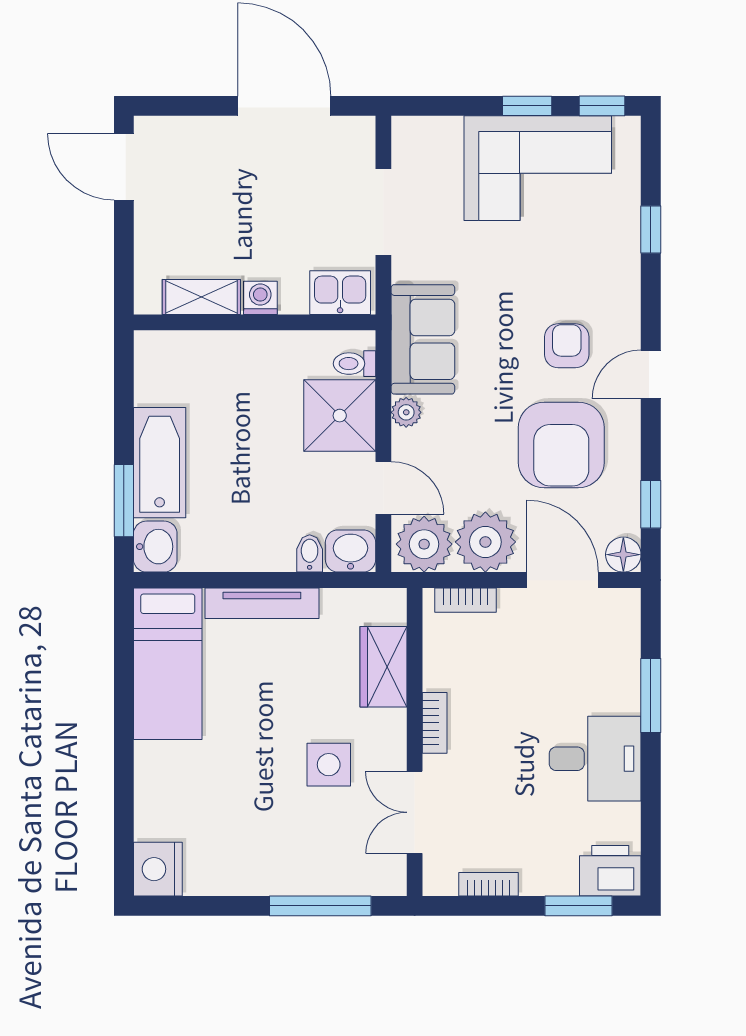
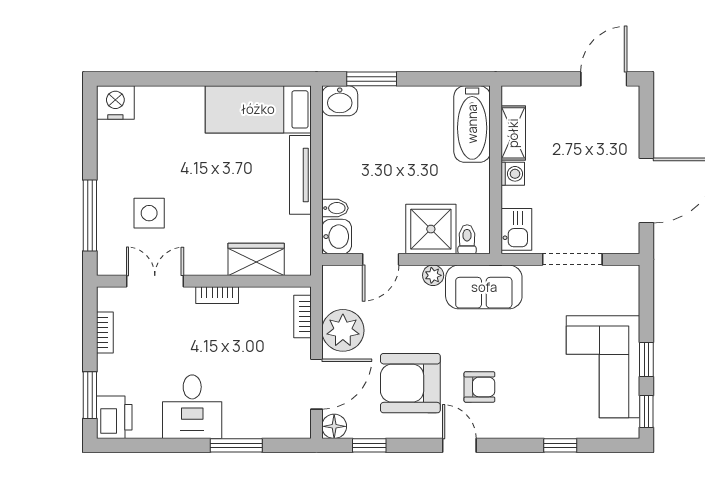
bathtub: (160, 463) -> (472, 124), moved, turned 90
plant: (424, 544) -> (341, 288), removed
side table: (329, 765) -> (149, 213), moved

